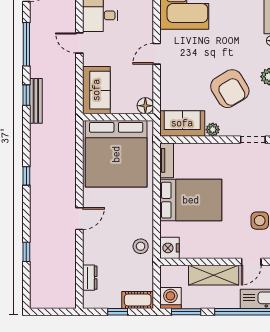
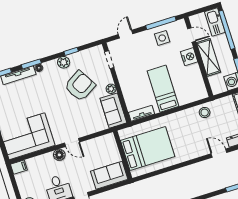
floor lamp: (145, 106) -> (59, 155), moved
bed: (116, 154) -> (148, 148), width x0.73
bed: (191, 200) -> (163, 89), width x0.67
door: (79, 219) -> (219, 153), moved
nightstand: (169, 248) -> (189, 57), moved, turned -90

